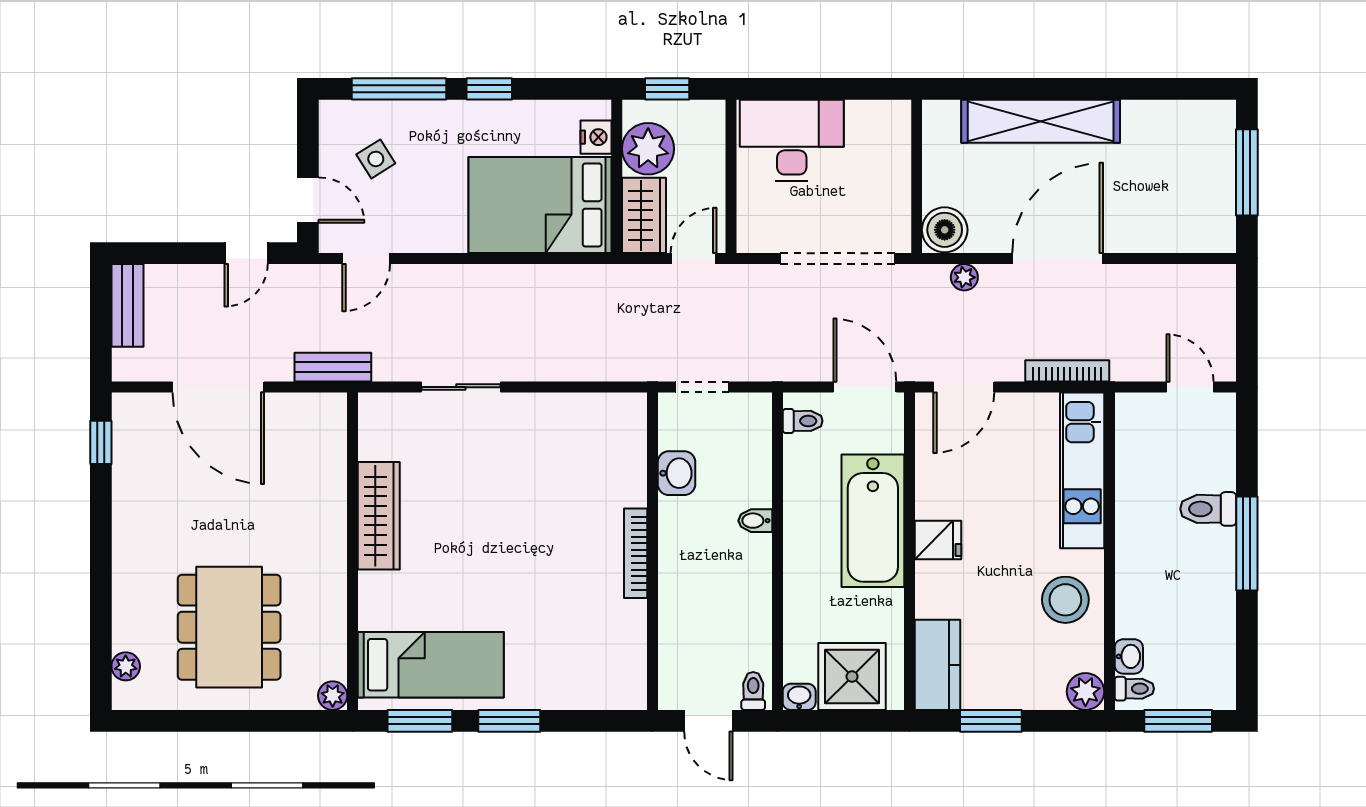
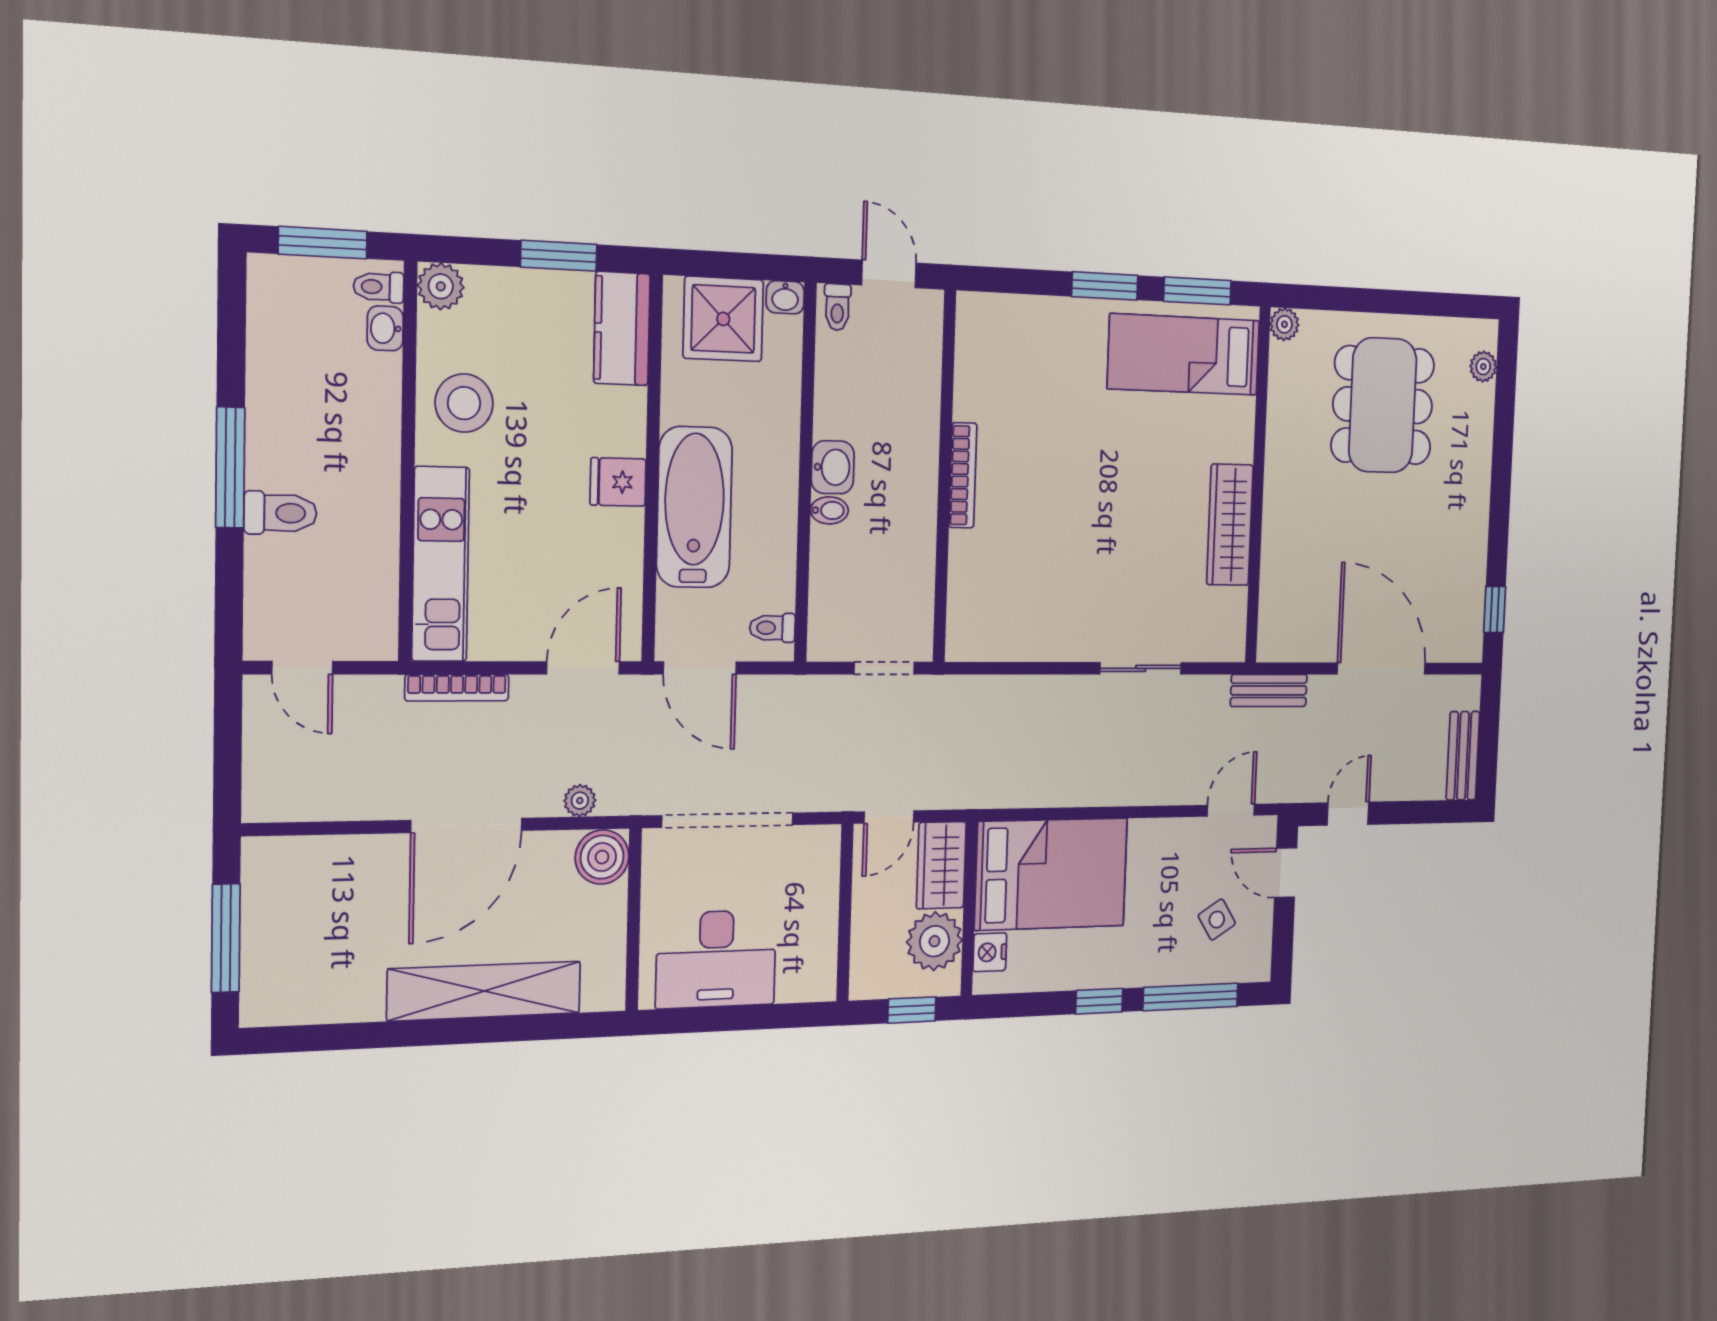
desk: (792, 140) -> (716, 959), moved
washbasin: (676, 473) -> (833, 467), moved, turned 180

